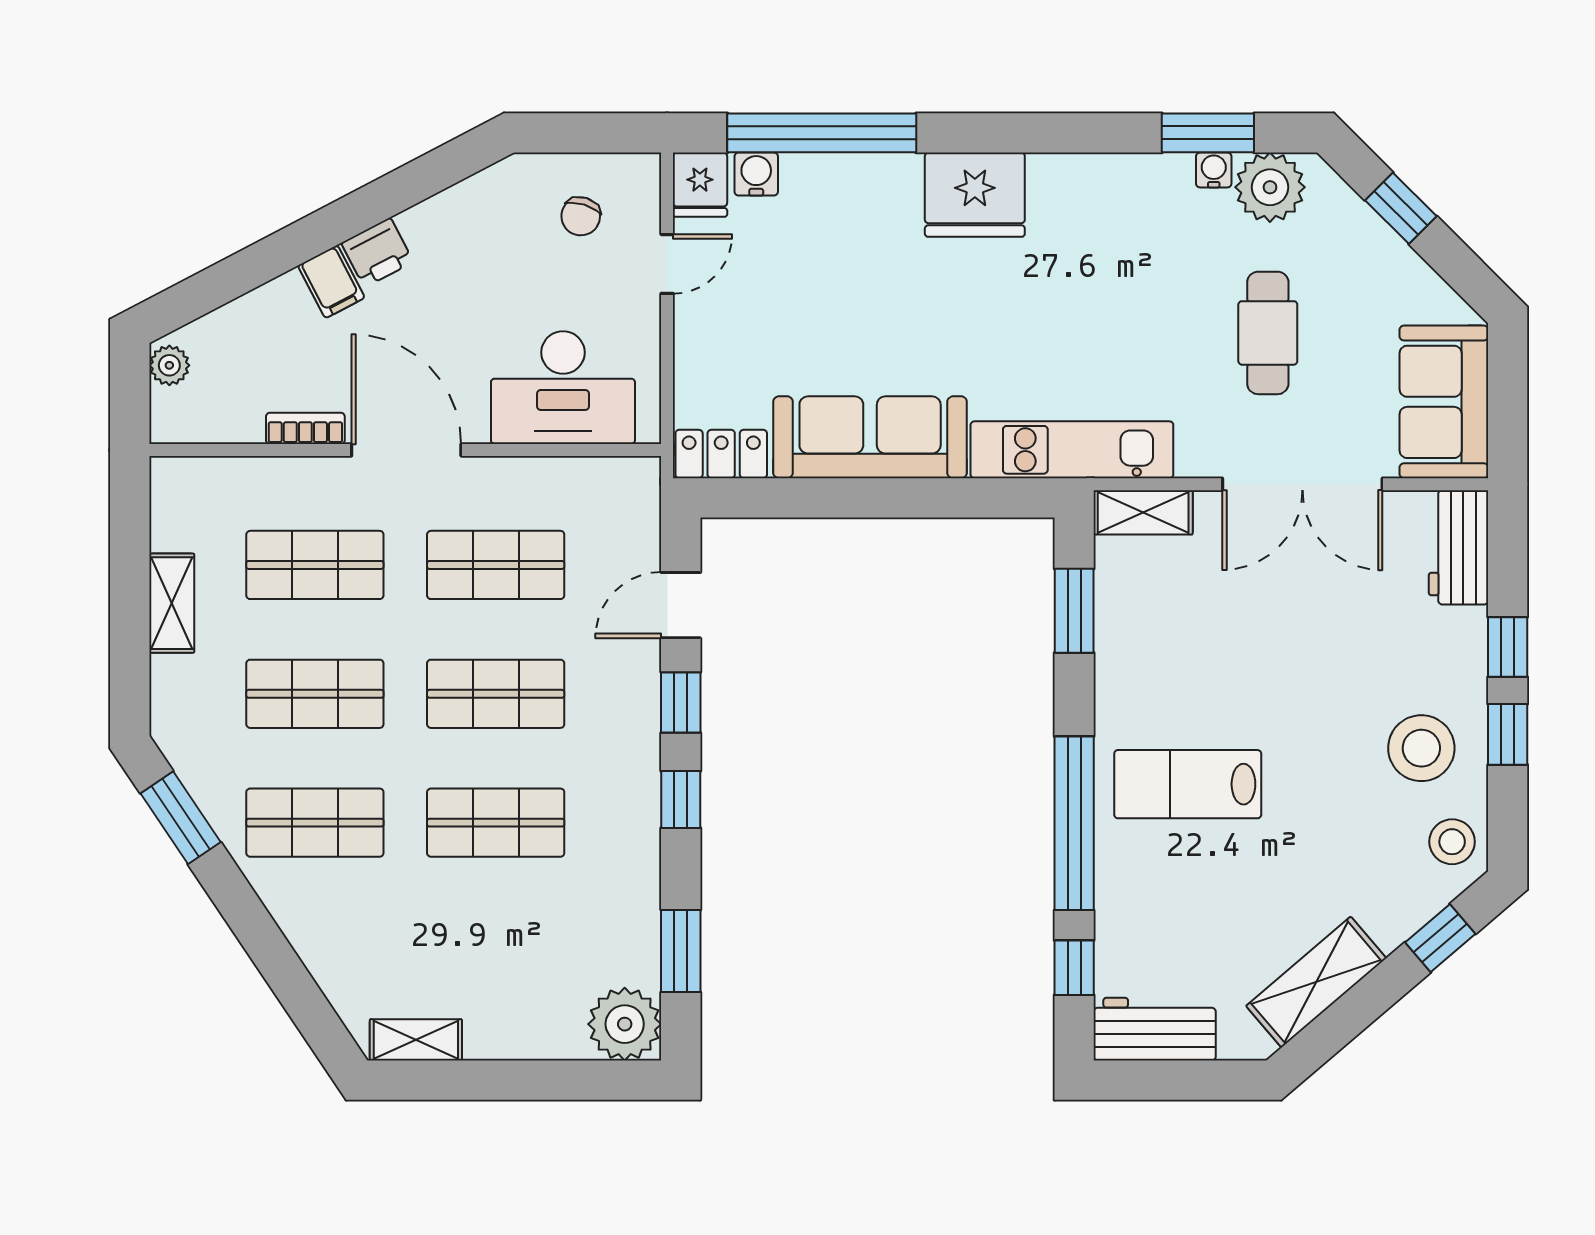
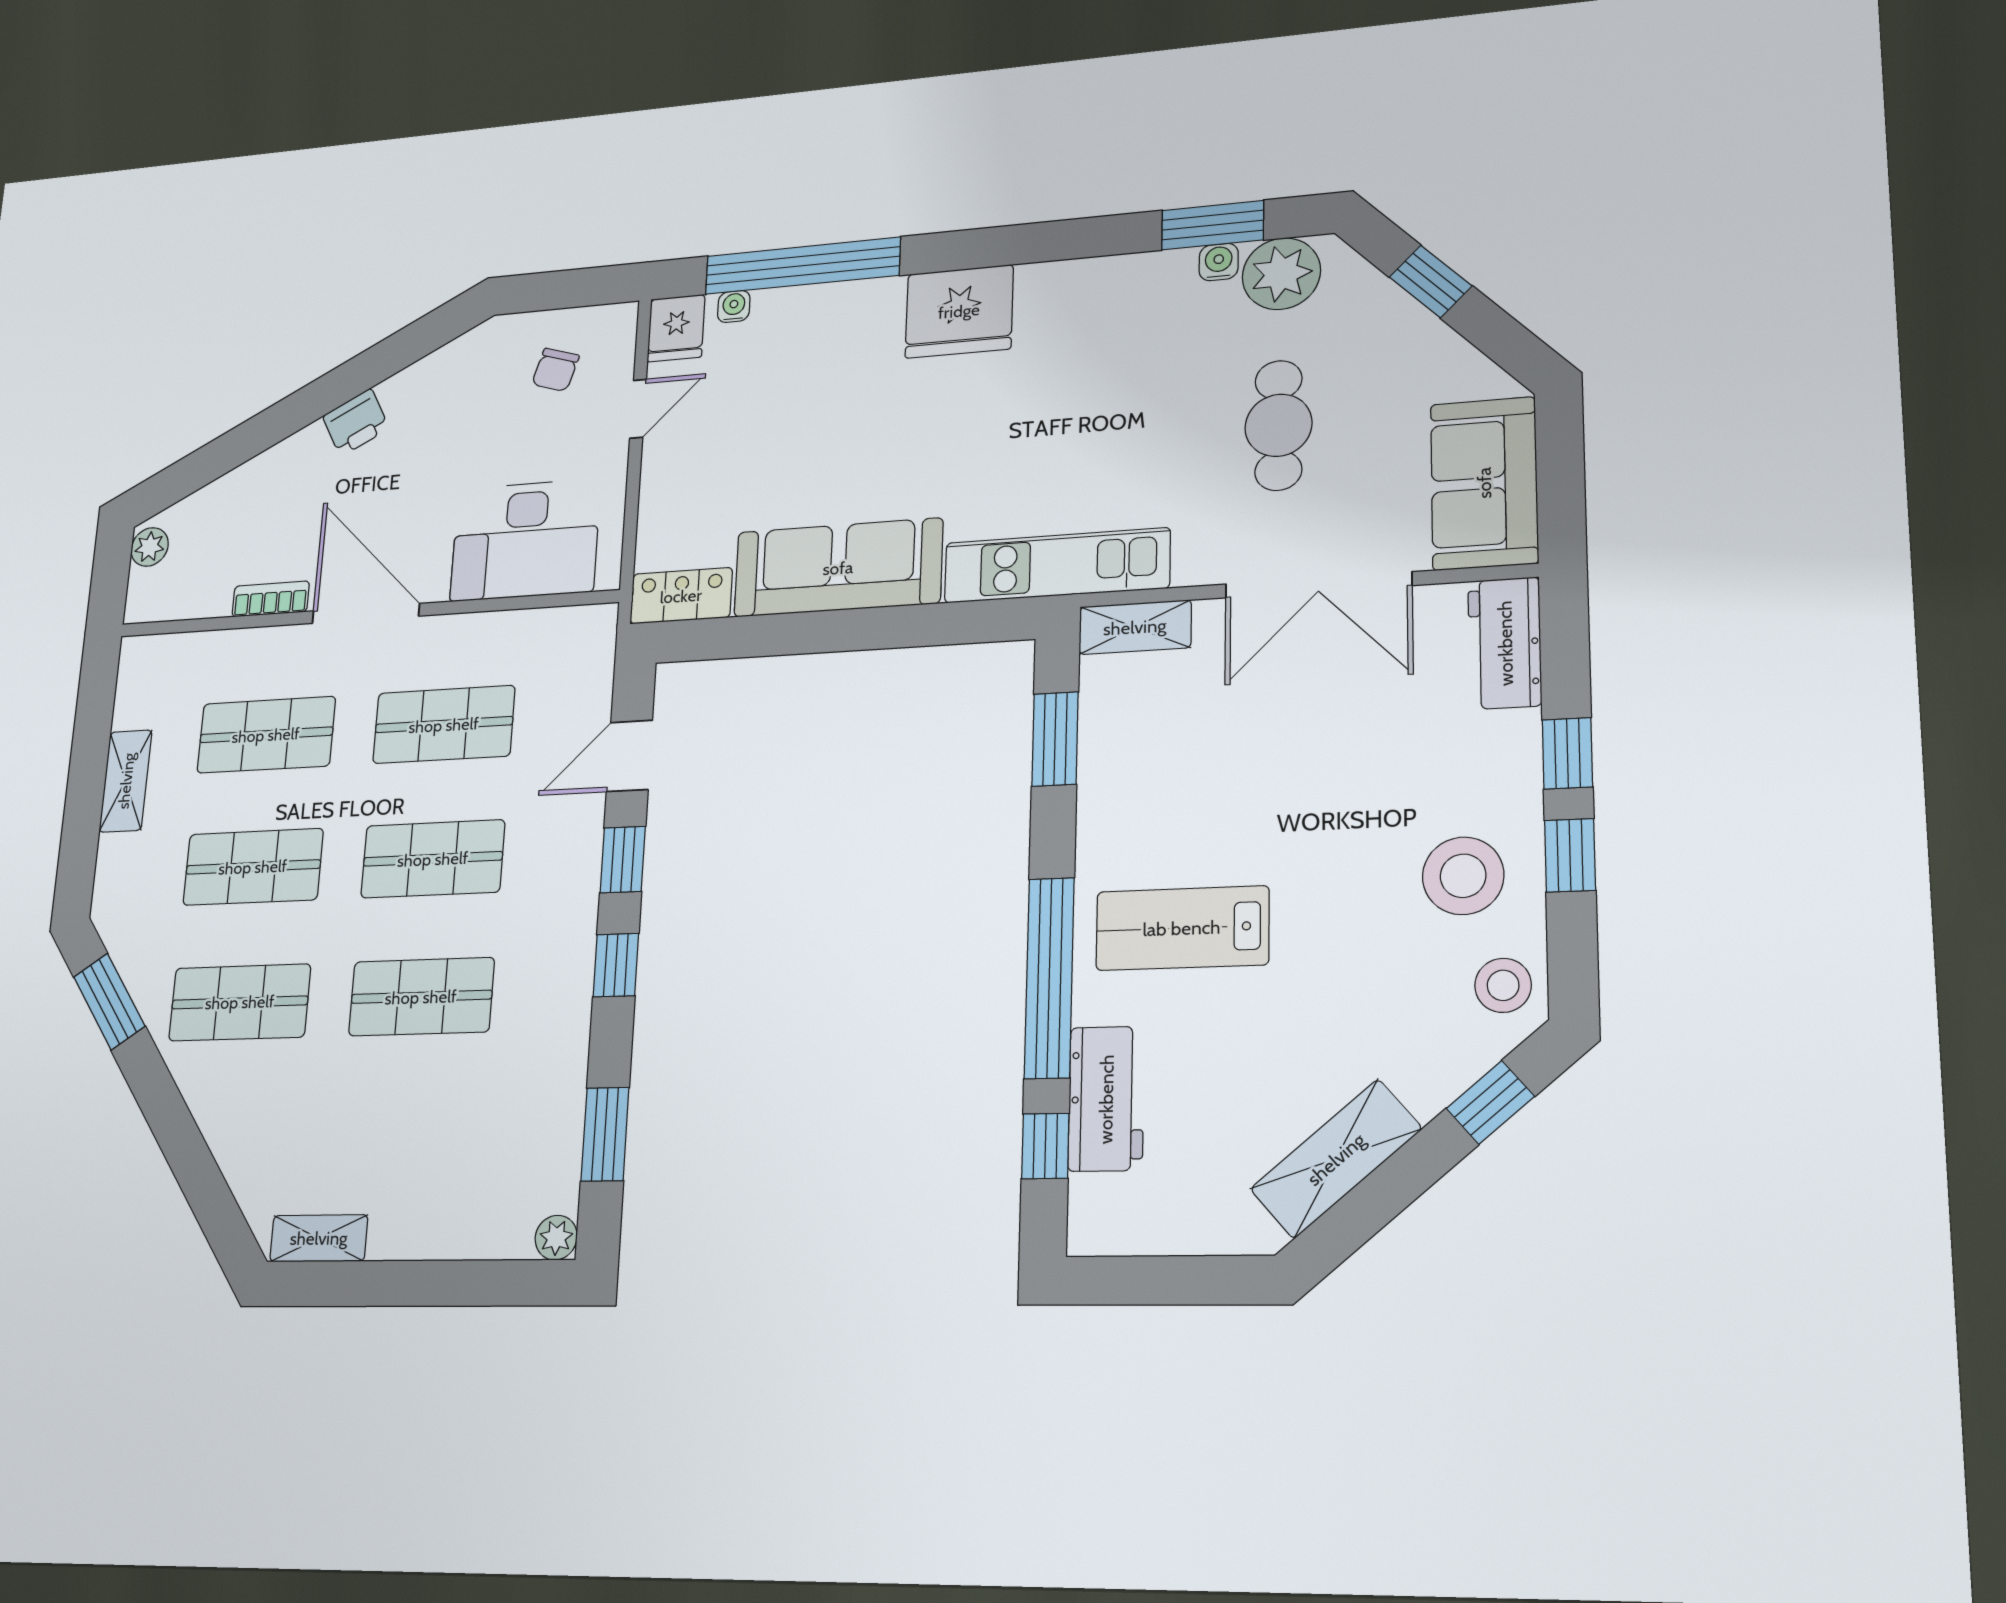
water cooler: (756, 174) -> (734, 307), width x0.72, depth x0.72
filing cabinet: (331, 282) -> (309, 454), removed
plant: (625, 1024) -> (556, 1238), width x0.53, depth x0.53
workbench: (1155, 1029) -> (1106, 1099), moved, turned 90

